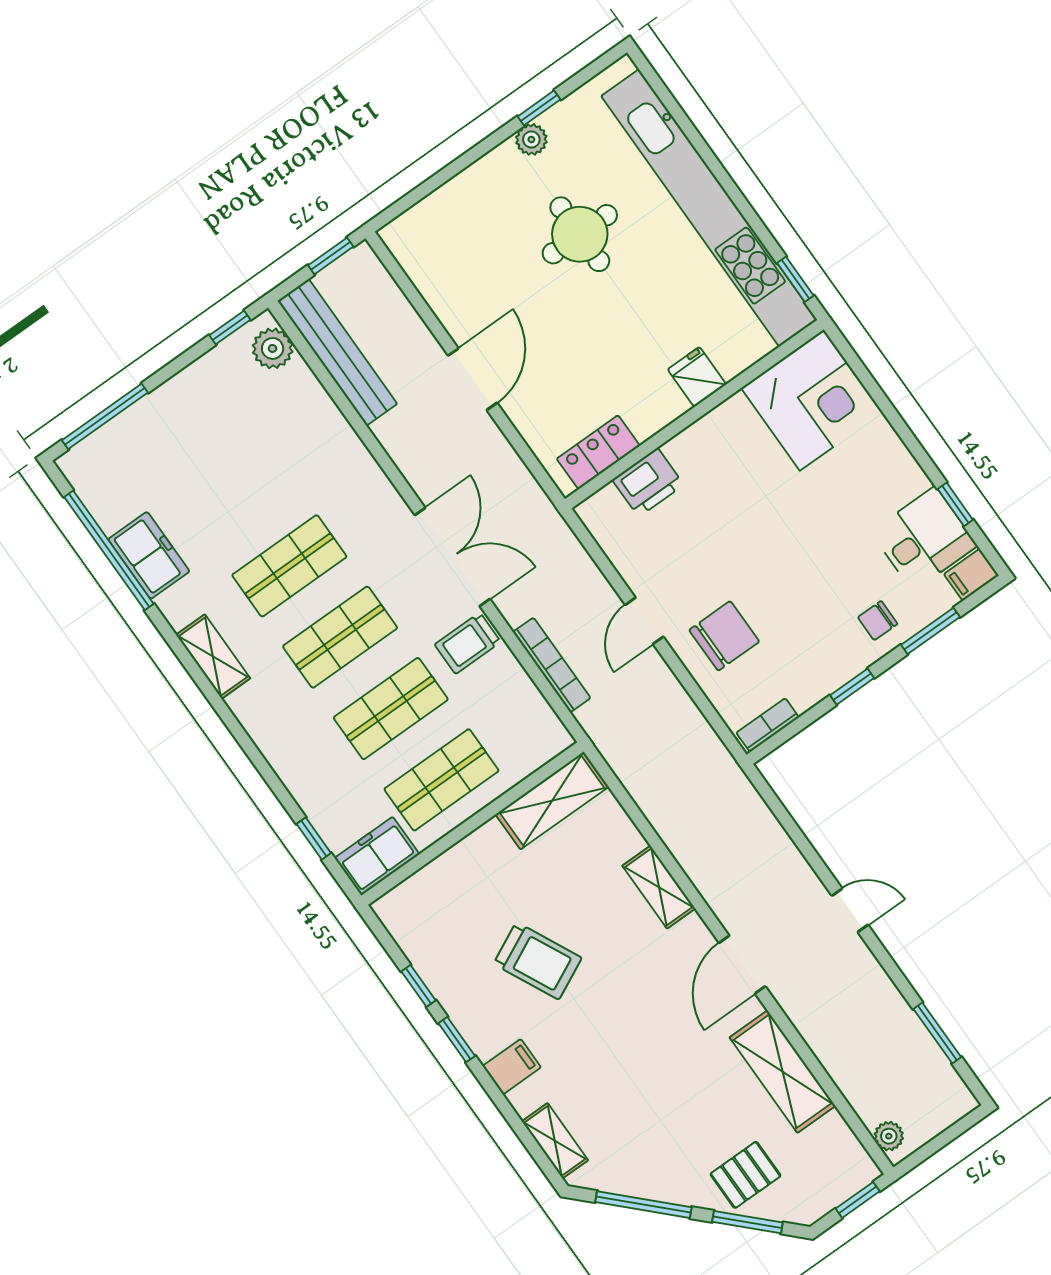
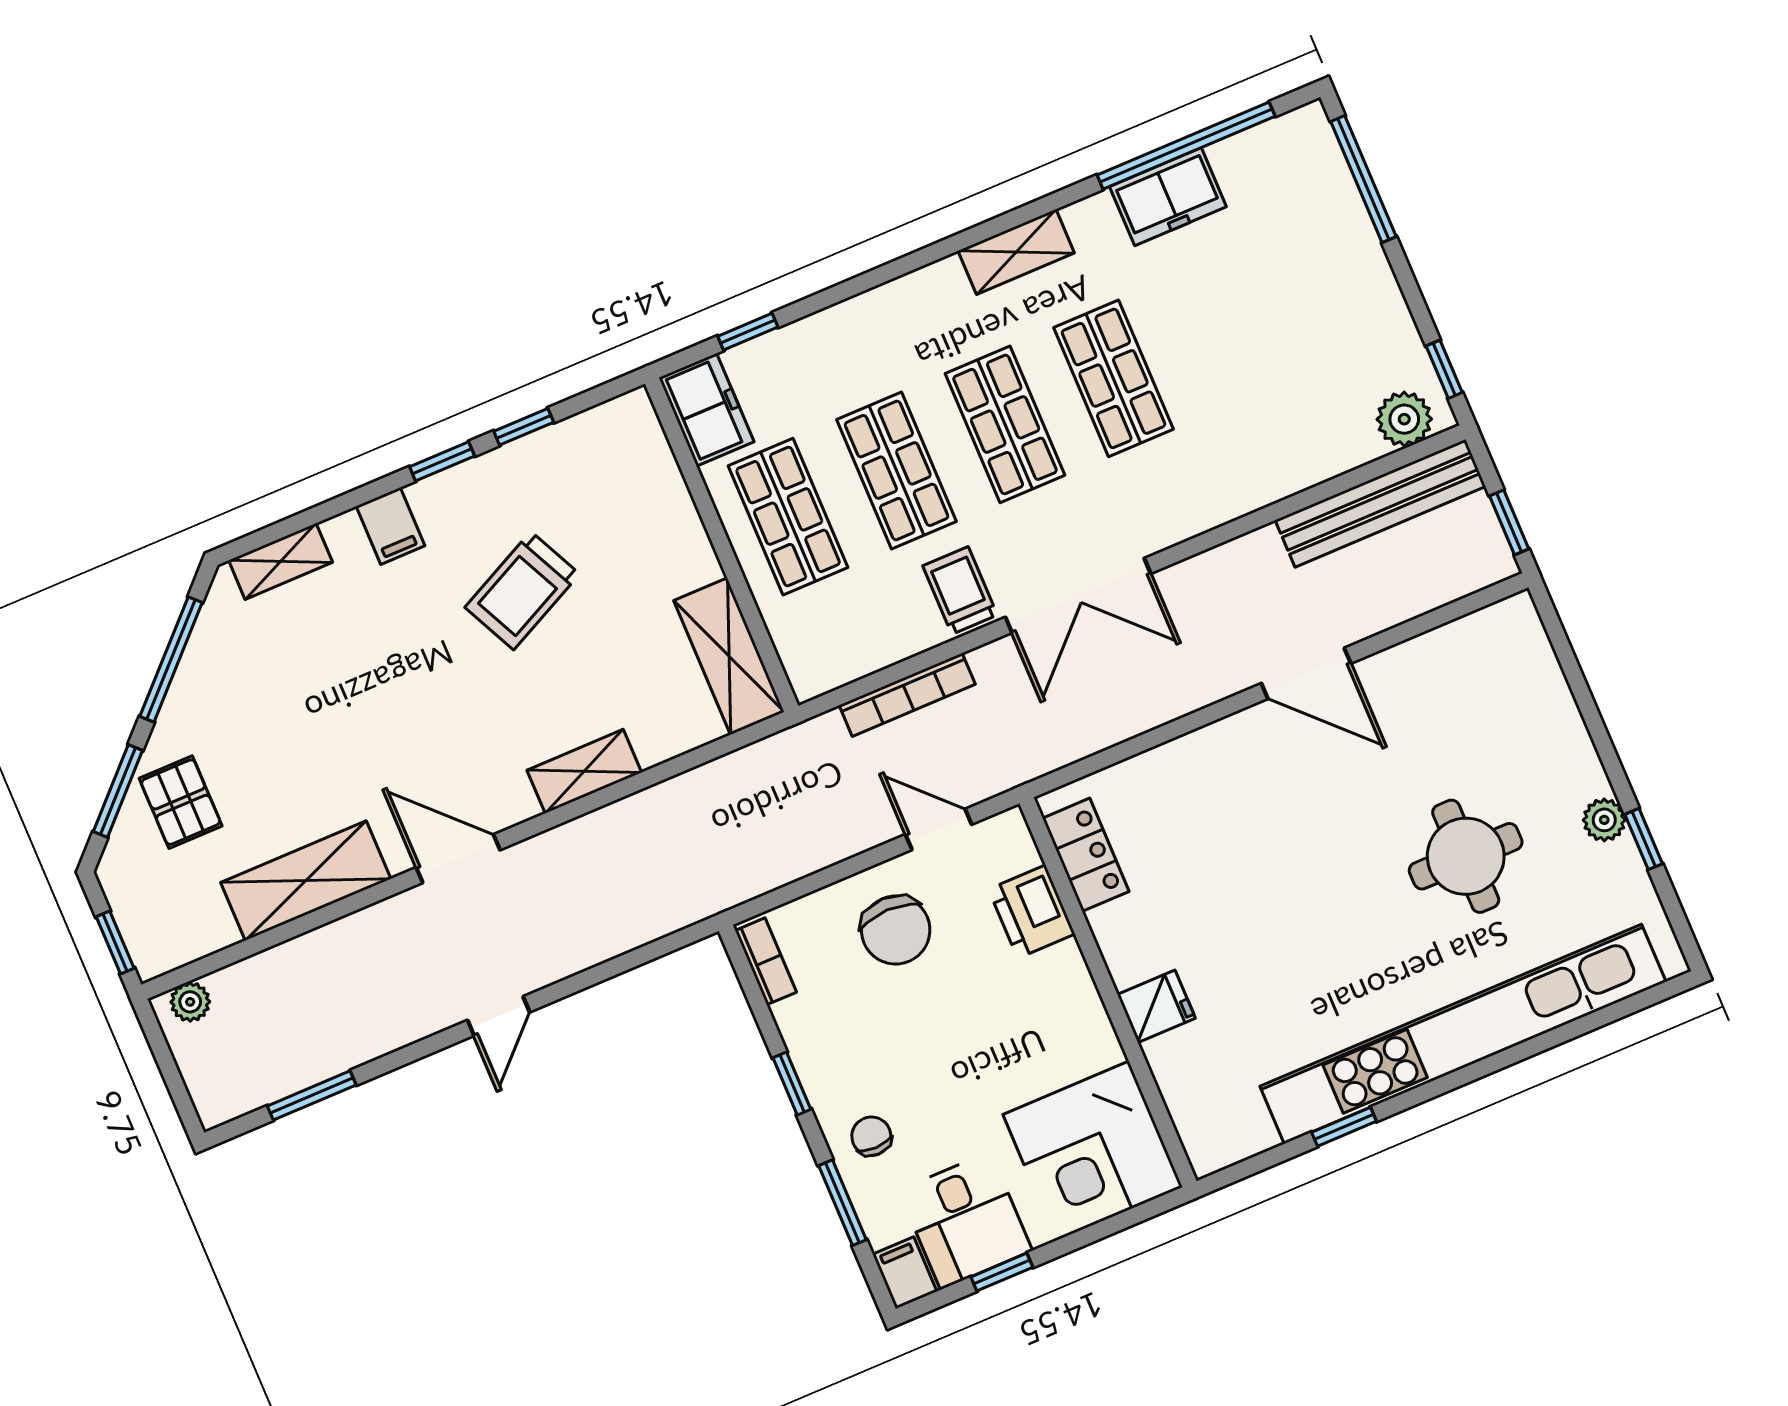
fridge: (697, 377) -> (1156, 1006), moved
corner desk: (812, 400) -> (1093, 1151), moved
wall: (694, 414) -> (1108, 992), moved
locker: (598, 452) -> (1086, 855), moved
printer: (648, 482) -> (1032, 912), moved

